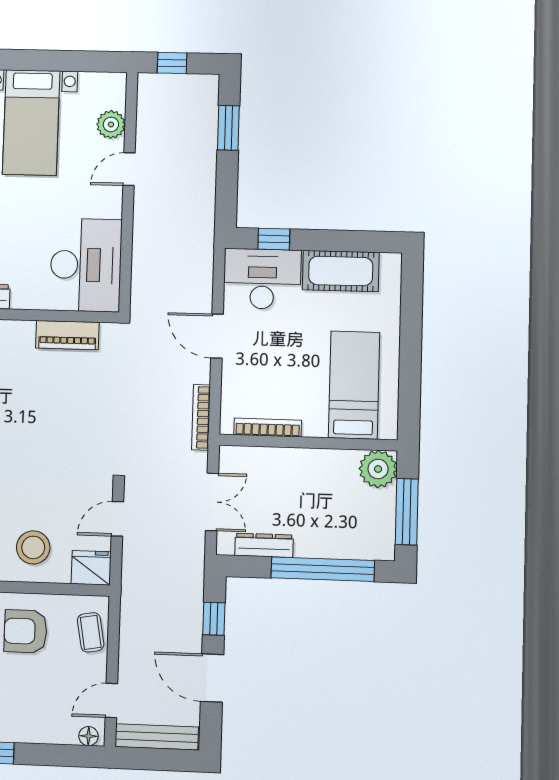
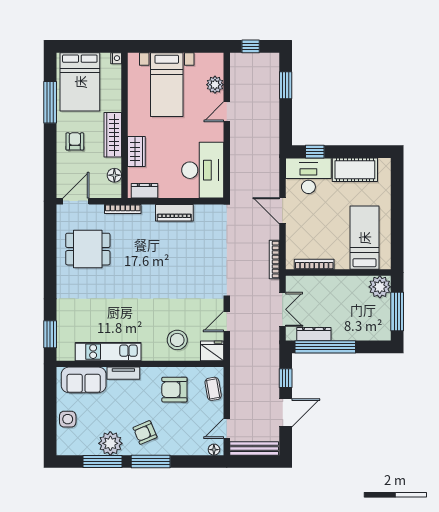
piano: (67, 335) -> (174, 213), moved
window: (323, 569) -> (325, 347), moved
door: (212, 678) -> (286, 413), swing flipped

